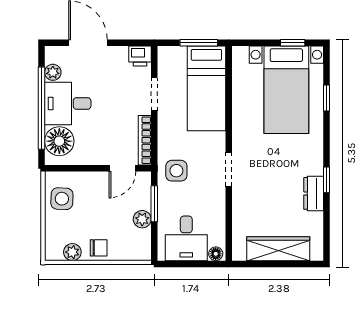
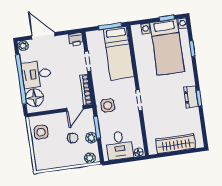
plant: (53, 72) -> (23, 46), moved
dresser: (314, 193) -> (191, 97), moved
chair: (99, 248) -> (73, 138), moved
plant: (72, 252) -> (90, 158), moved

